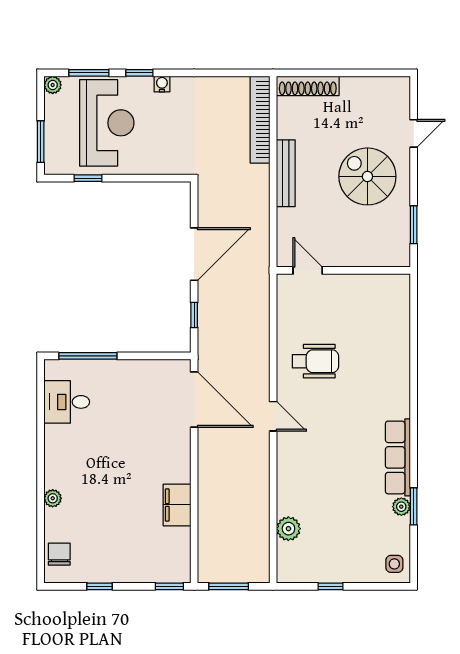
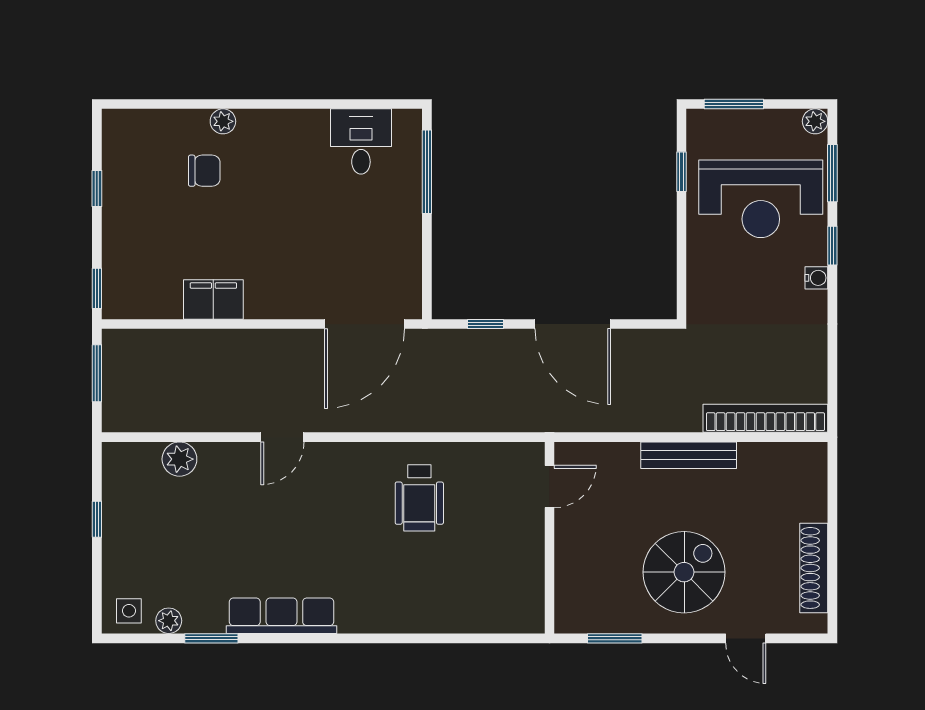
shoe rack: (308, 86) -> (814, 568), moved
door: (273, 416) -> (282, 437), moved
plant: (401, 507) -> (169, 621), moved
chair: (59, 554) -> (204, 171), moved

